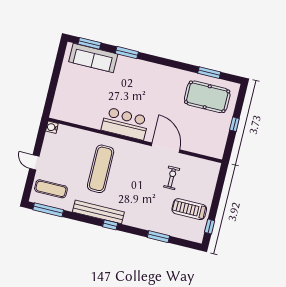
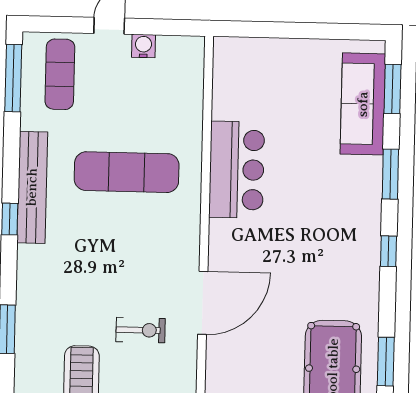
window: (161, 61) -> (388, 251), added
bar counter: (125, 124) -> (237, 170), moved
water cooler: (52, 127) -> (143, 46), moved

